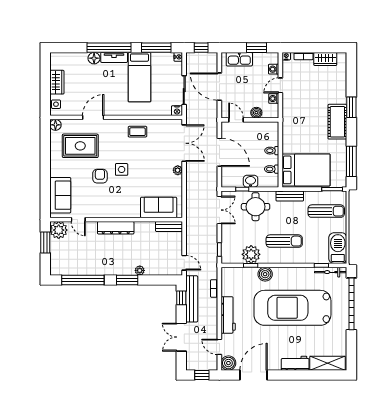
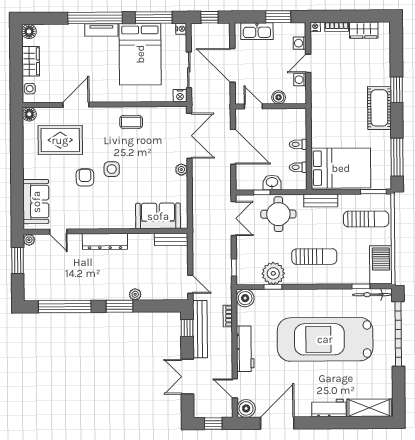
floor lamp: (94, 58) -> (29, 31), moved
bed: (139, 77) -> (140, 54), width x1.50
plant: (59, 230) -> (29, 240), width x0.53, depth x0.53
boiler: (265, 274) -> (245, 298), moved

